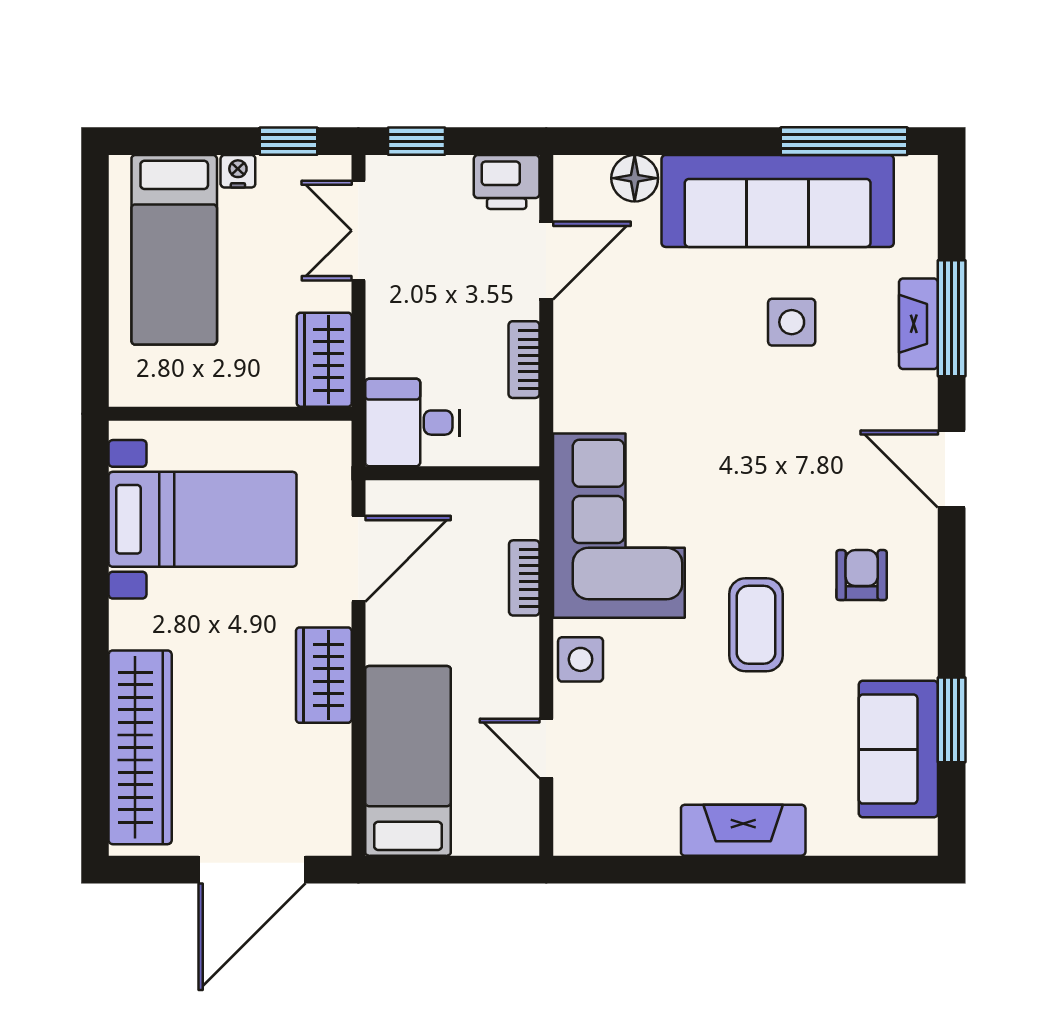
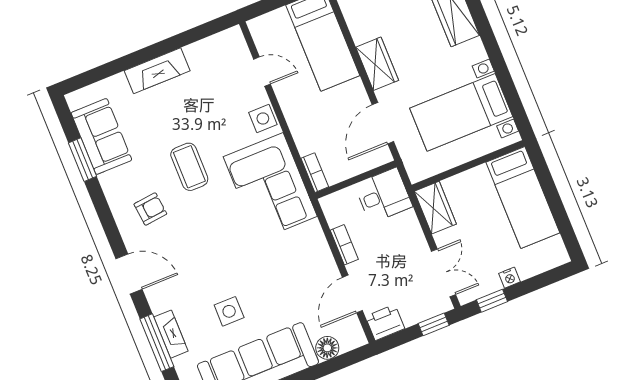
bed: (174, 250) -> (523, 197), moved, turned 180
armchair: (862, 575) -> (150, 209), turned -96
bookcase: (524, 578) -> (315, 173), moved

